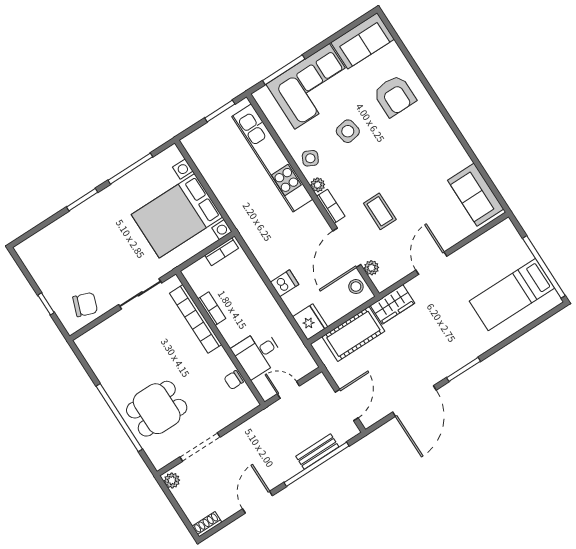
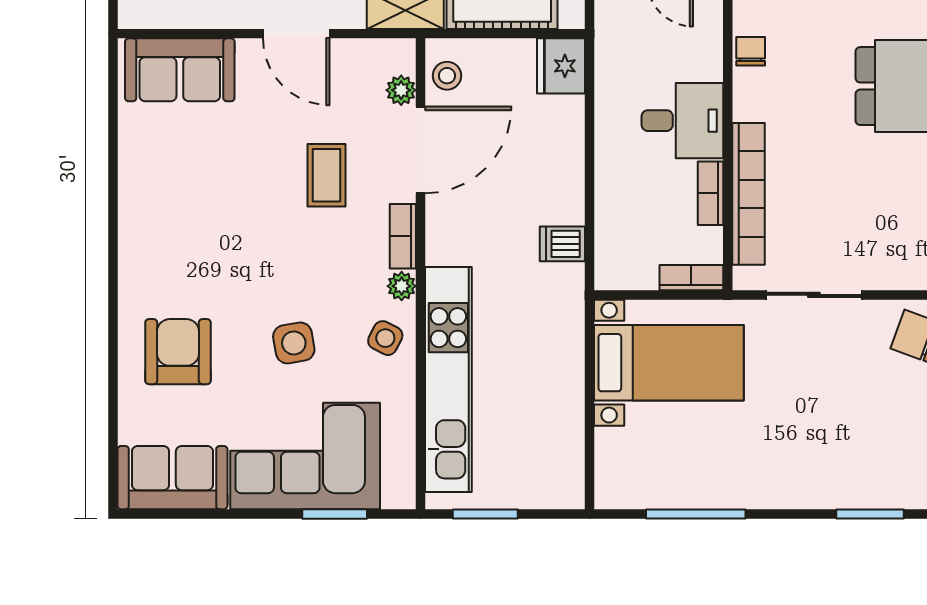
window: (284, 70) -> (335, 514), width x0.69
sofa: (476, 195) -> (180, 70), moved, turned 90
window: (82, 200) -> (870, 514), moved
bed with nightstands: (177, 216) -> (669, 363), width x0.73
bookcase: (222, 252) -> (691, 278), moved
door: (431, 263) -> (296, 34), hinge flipped
dishwasher: (284, 283) -> (562, 244), moved
desk: (258, 354) -> (682, 121), moved
chair: (234, 380) -> (751, 51), turned -90

